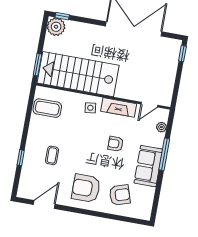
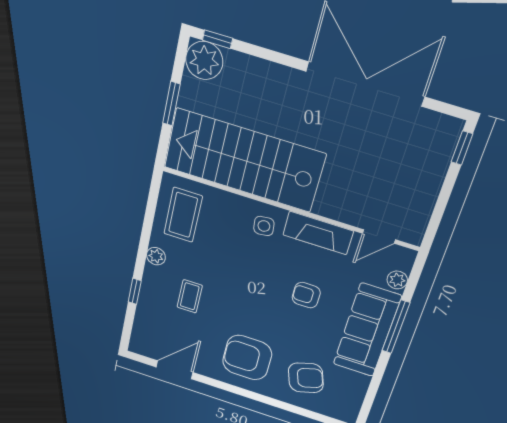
window: (37, 65) -> (171, 104), moved
coffee table: (47, 108) -> (183, 215), turned 90
plant: (33, 134) -> (156, 256), added
sofa: (148, 166) -> (367, 330), width x1.36

